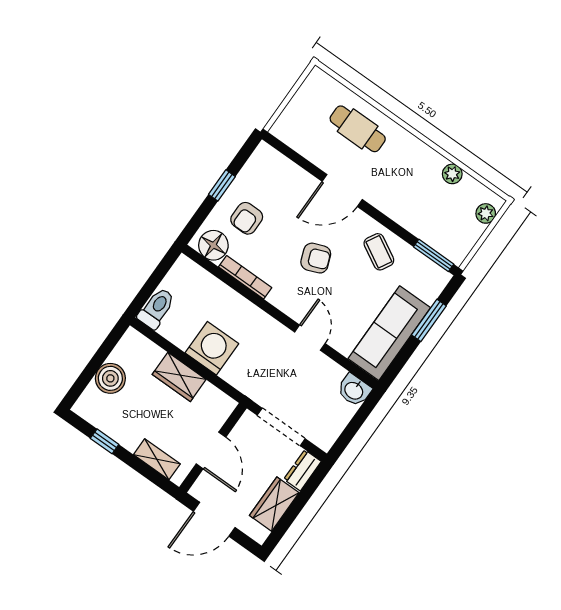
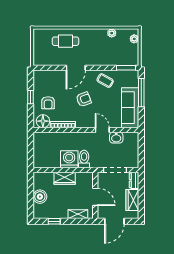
toilet: (157, 308) -> (84, 159), moved
window: (429, 320) -> (141, 93), width x1.44
washbasin: (354, 390) -> (116, 138), moved

